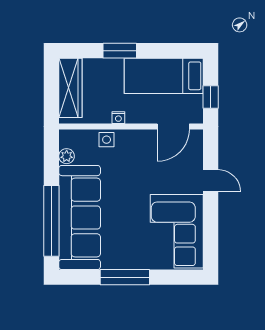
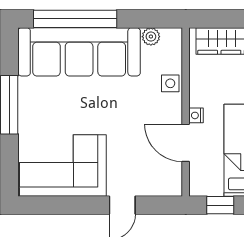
nightstand: (118, 118) -> (196, 115), moved
door: (173, 126) -> (186, 143), moved

